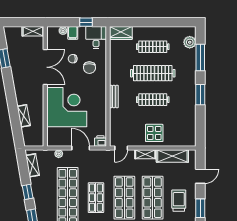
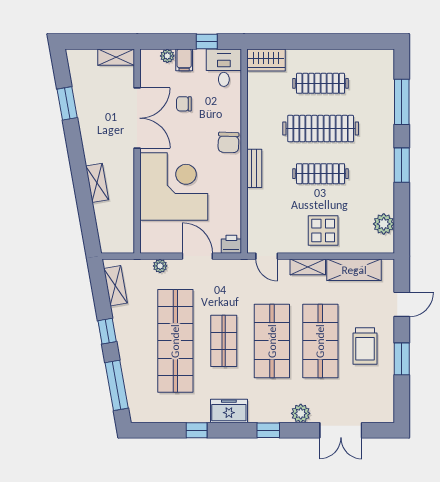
plant: (190, 42) -> (384, 224), moved
chair: (89, 68) -> (229, 142), moved
shelving: (24, 116) -> (97, 183), moved
door: (121, 148) -> (267, 256), hinge flipped
trolley: (179, 201) -> (365, 346), turned 180

